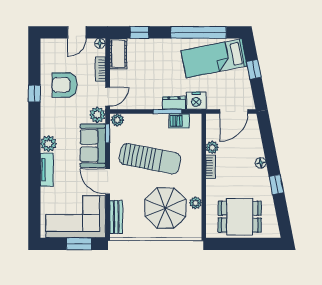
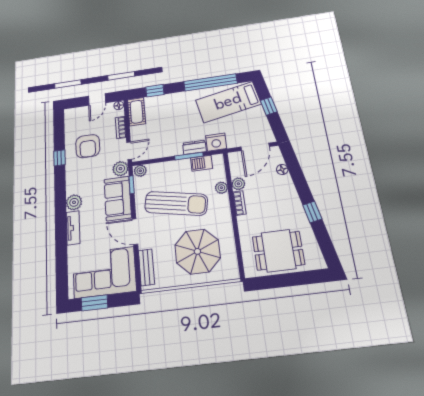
armchair: (65, 85) -> (88, 146), turned -90
floor lamp: (261, 163) -> (282, 169), moved
plant: (196, 203) -> (221, 188), moved
window: (79, 244) -> (94, 303), moved

